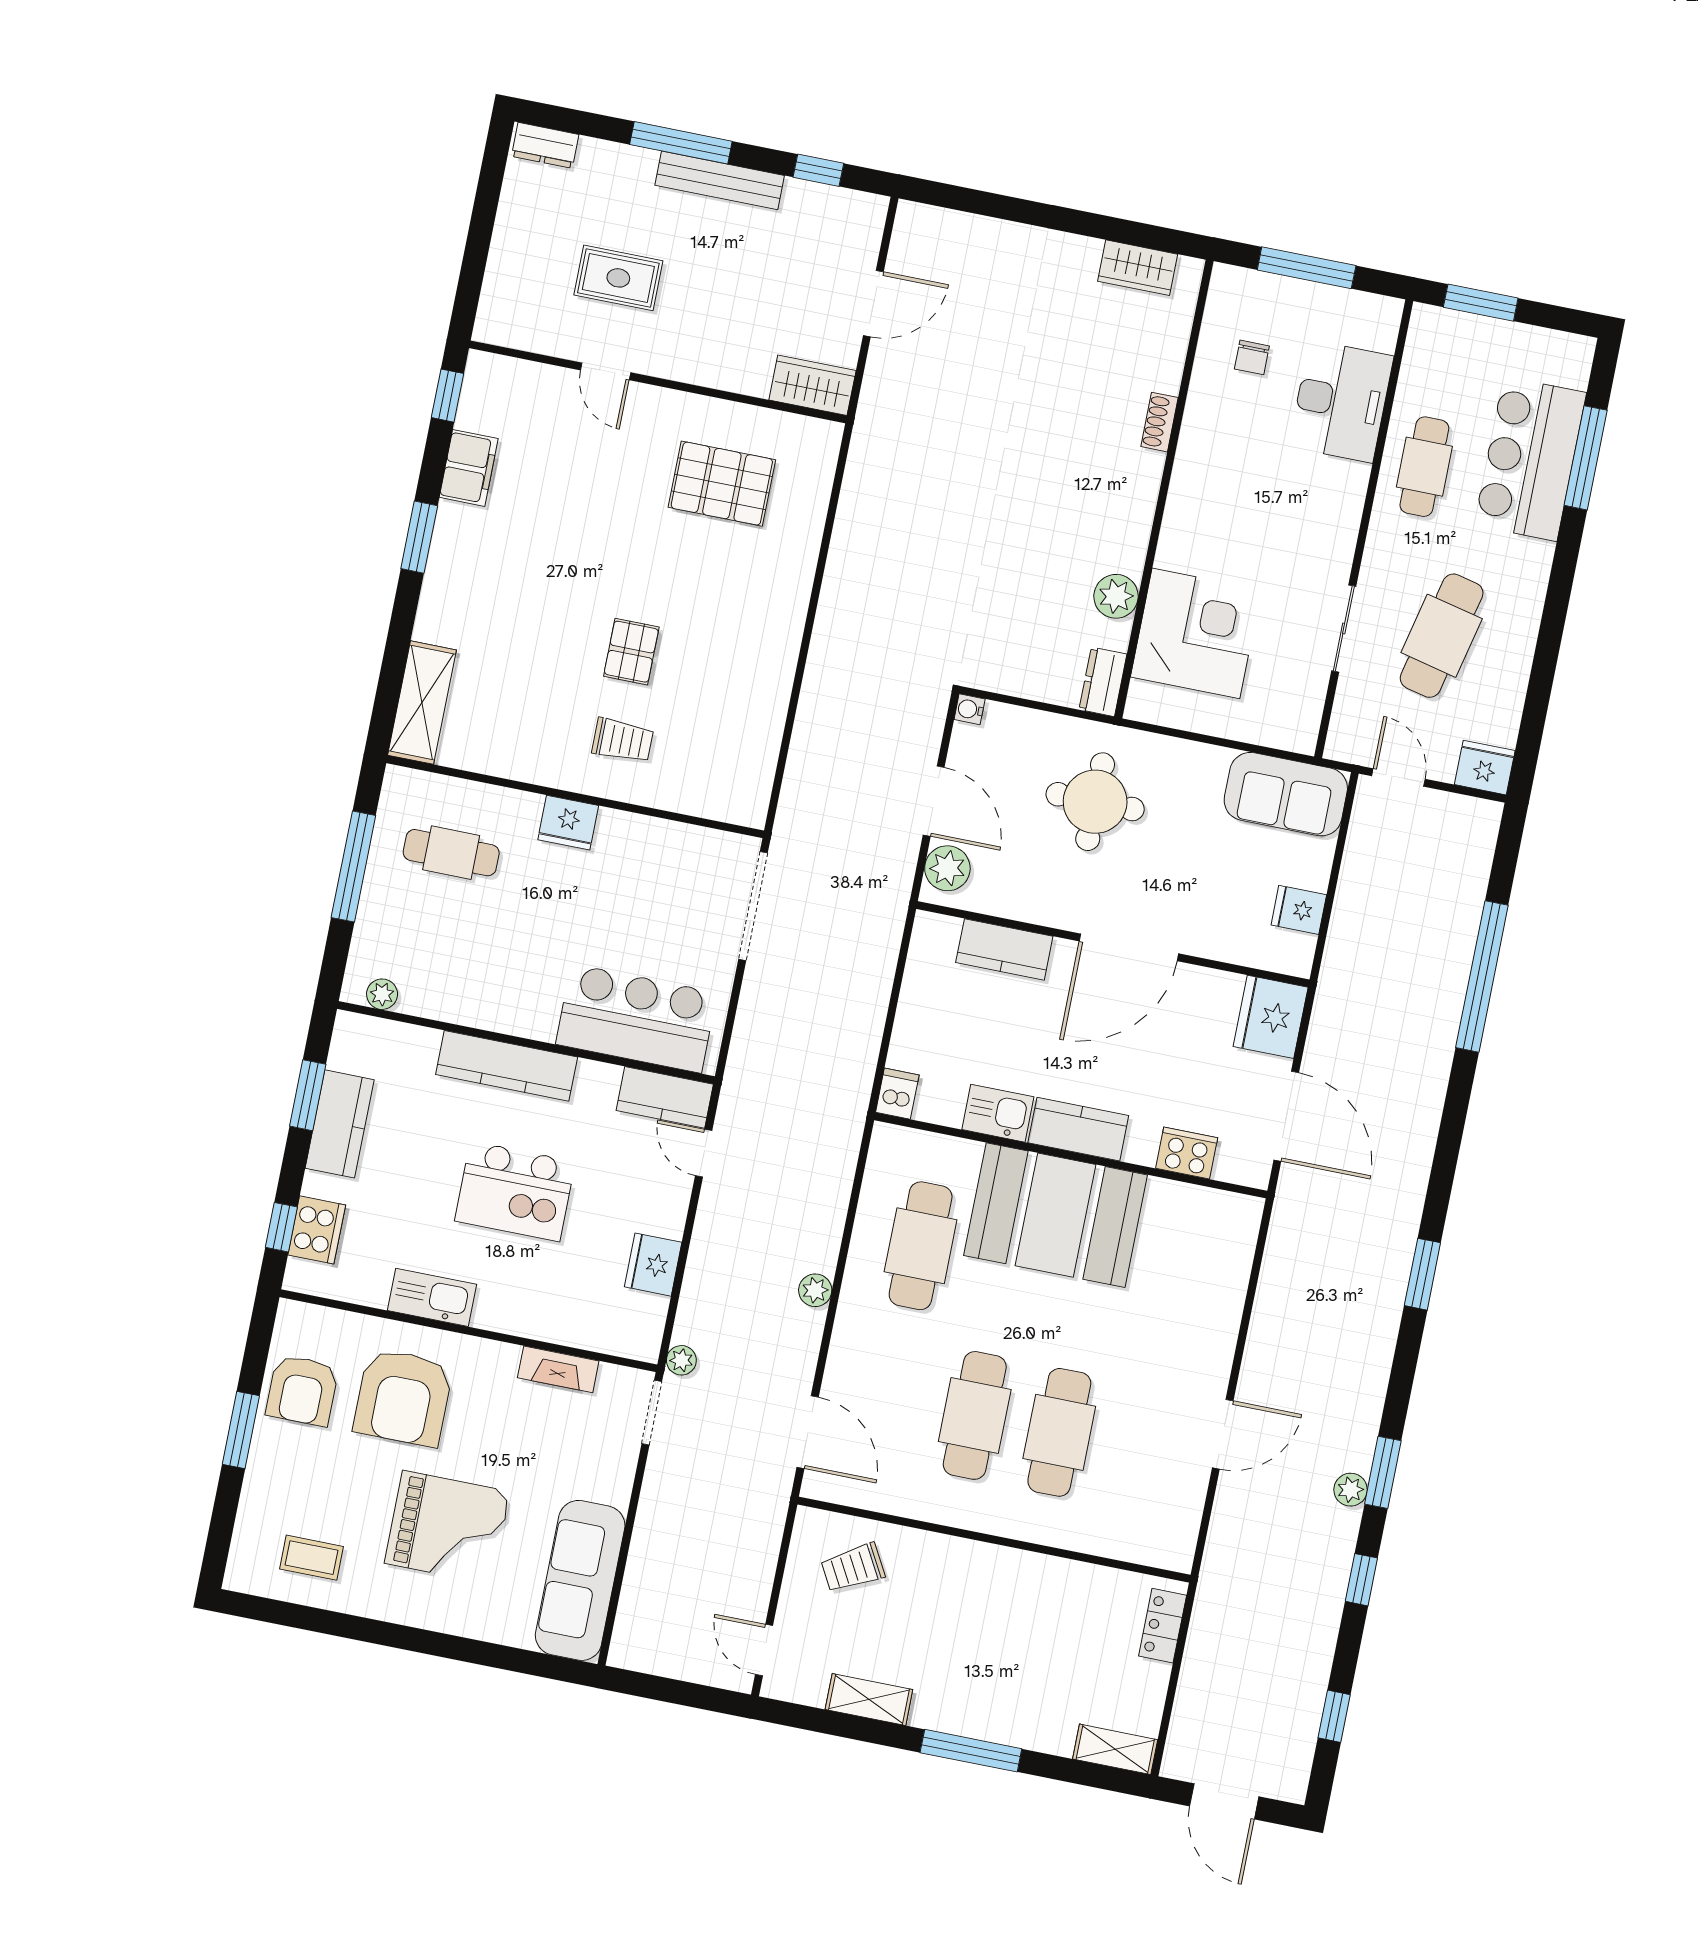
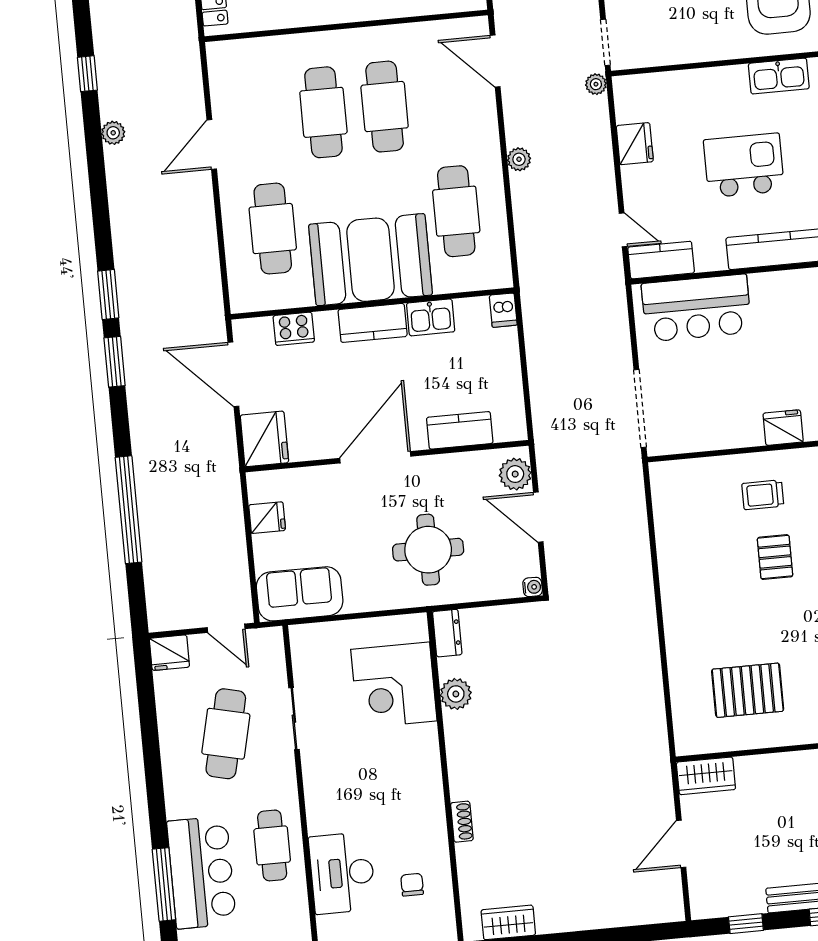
cafe table: (1175, 1296) -> (273, 229), added
fireplace: (558, 1369) -> (678, 53), removed
window: (1383, 1472) -> (115, 362), moved

